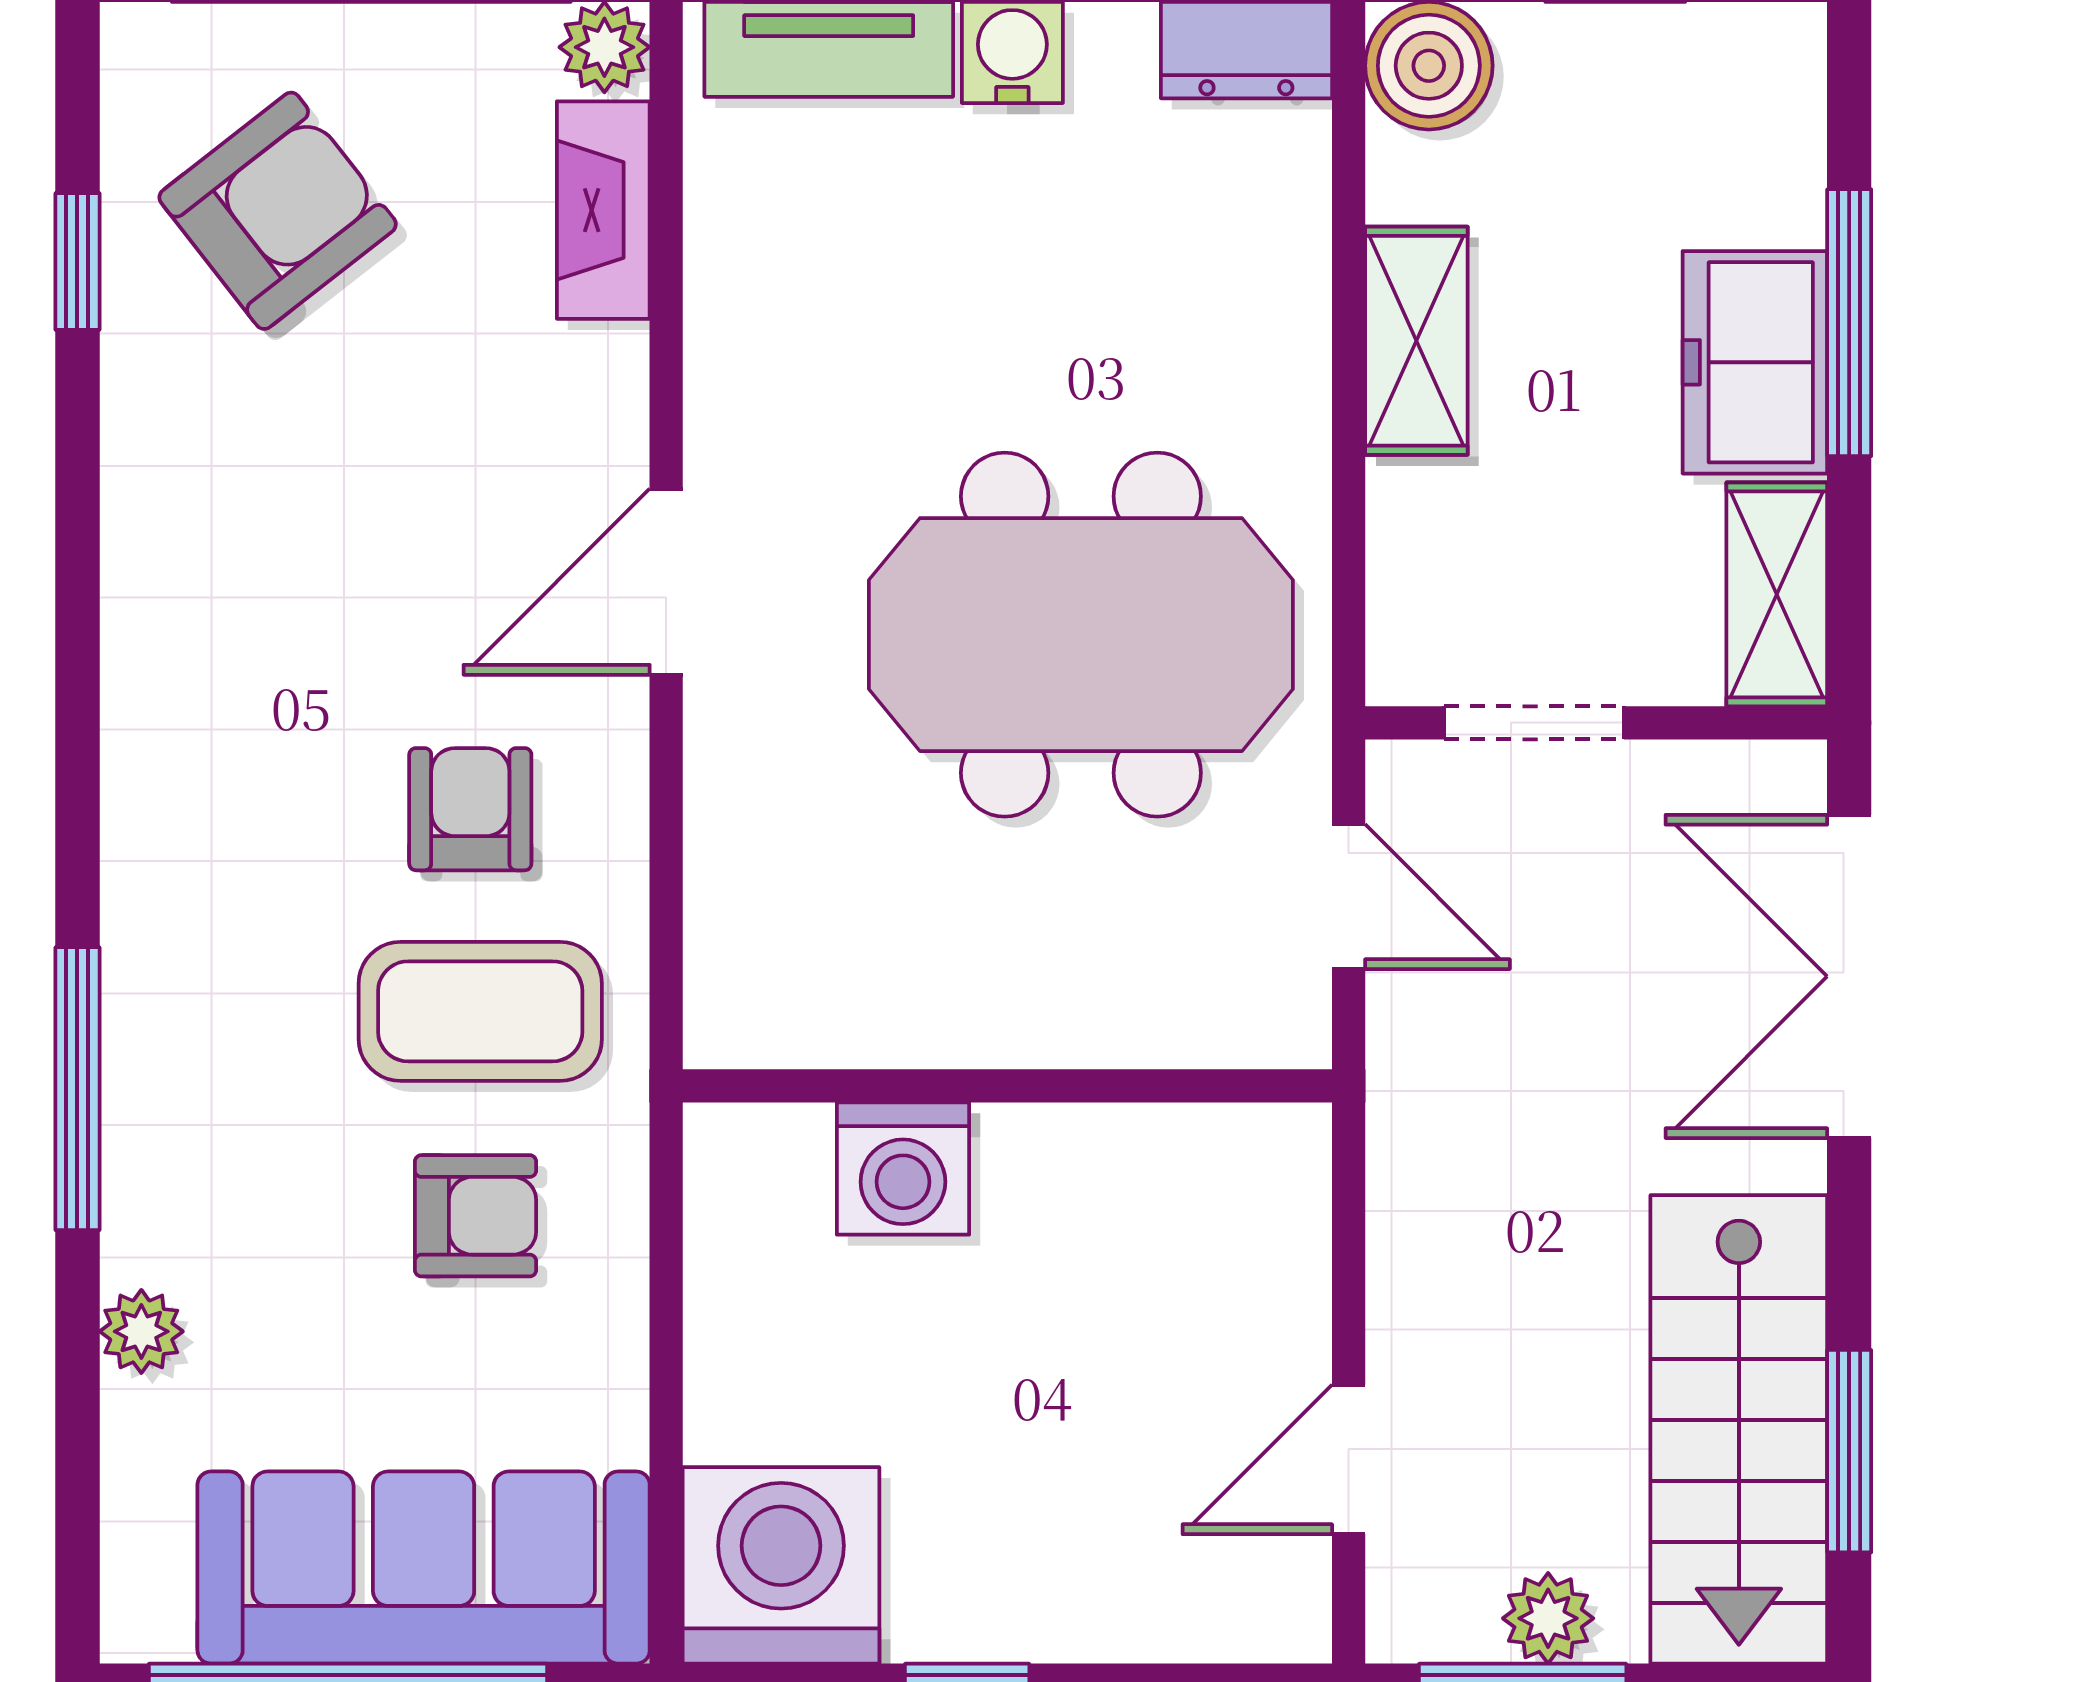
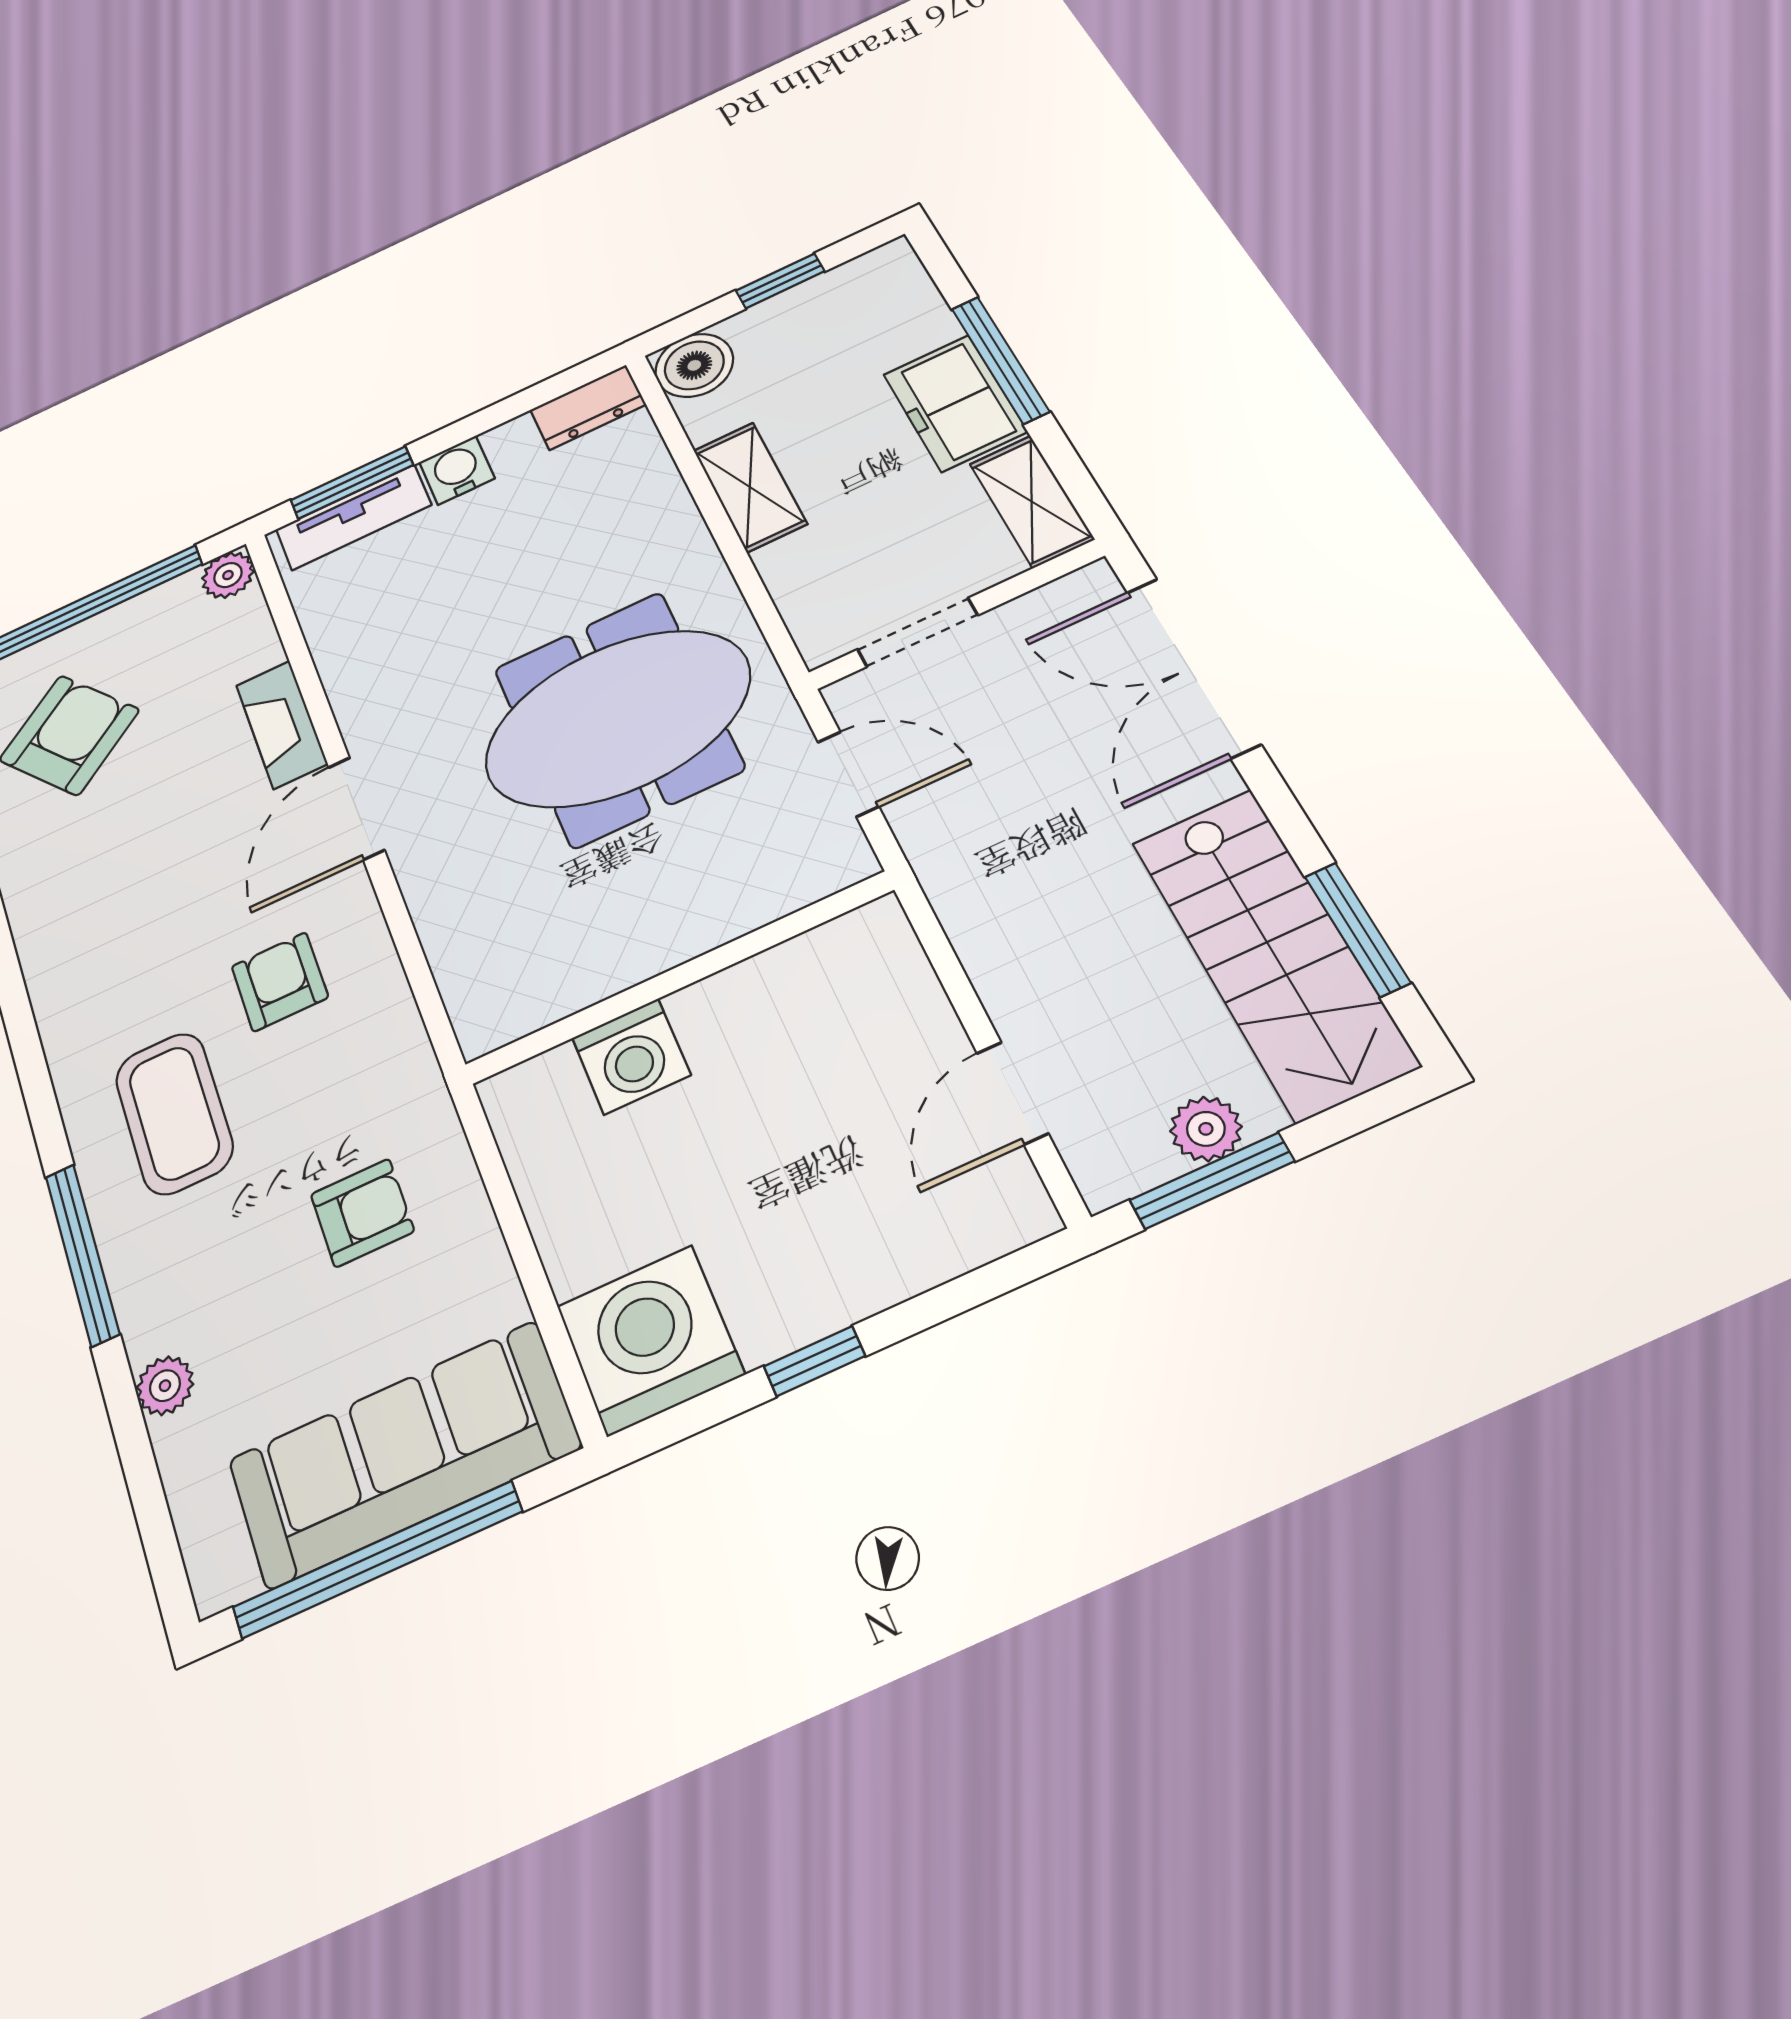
fireplace: (603, 210) -> (282, 724), moved
coffee table: (480, 1011) -> (174, 1113), moved, turned 90

